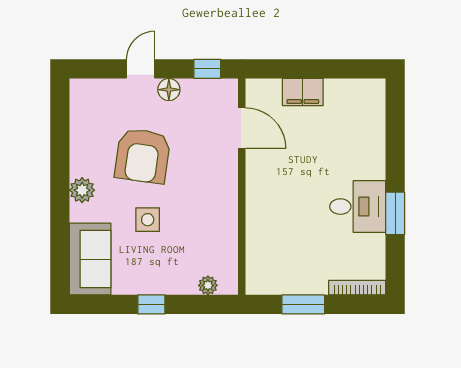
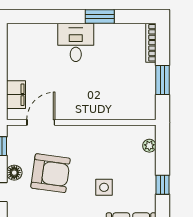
filing cabinet: (303, 92) -> (16, 95), moved
armchair: (143, 156) -> (51, 173), moved
desk: (358, 207) -> (76, 42), moved

